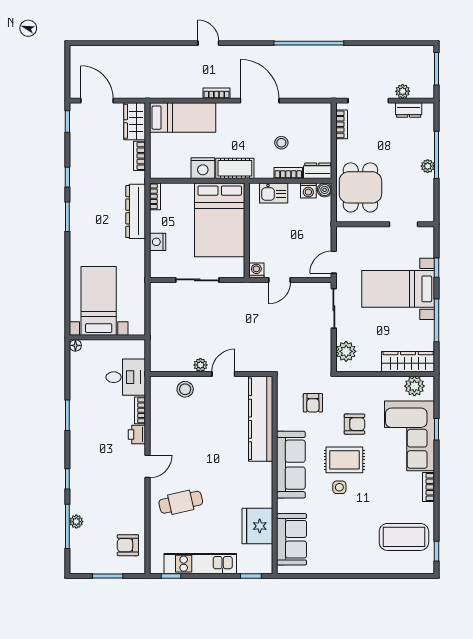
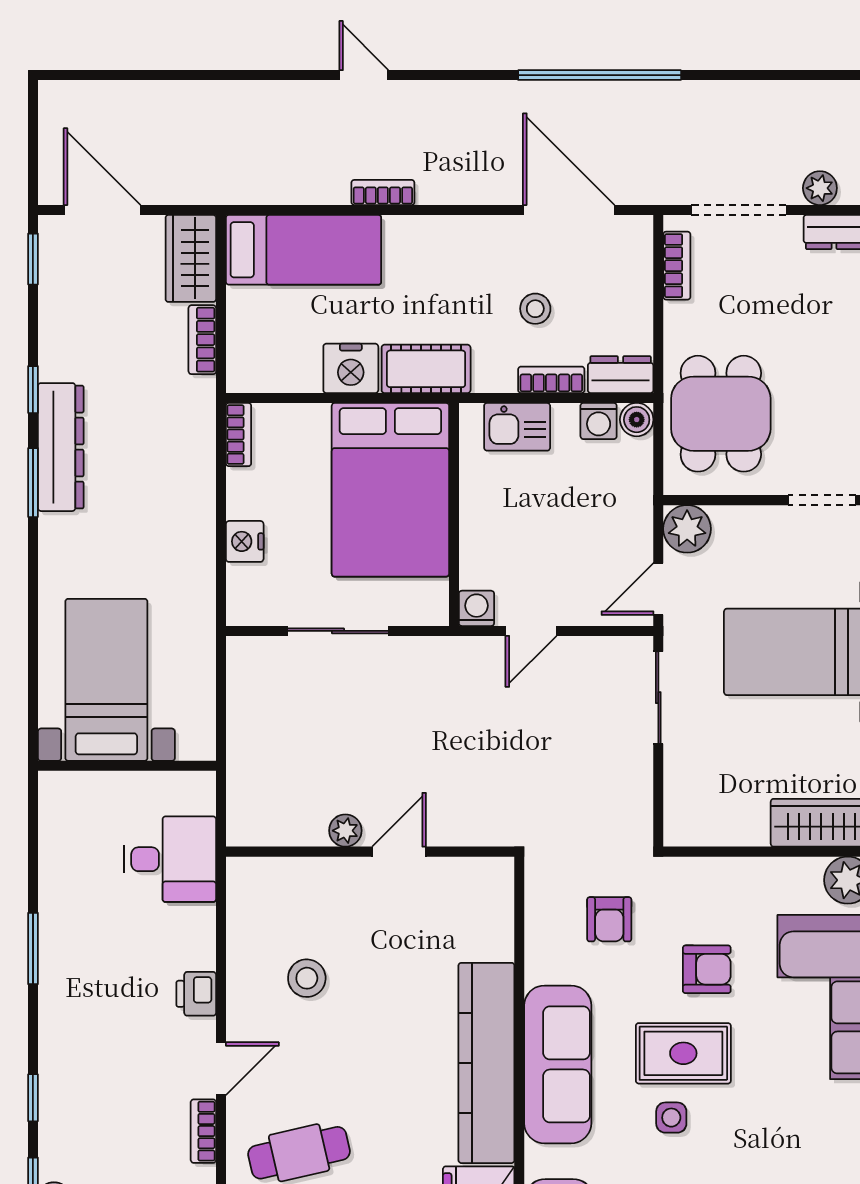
door: (260, 101) -> (569, 210), moved
dresser: (136, 211) -> (61, 447), moved, turned 180
floor lamp: (75, 345) -> (52, 785), removed
plant: (346, 351) -> (687, 529), moved
stool: (185, 389) -> (307, 978), moved
bookcase: (140, 410) -> (203, 1131), moved
kitchen counter: (261, 419) -> (486, 1063), moved

